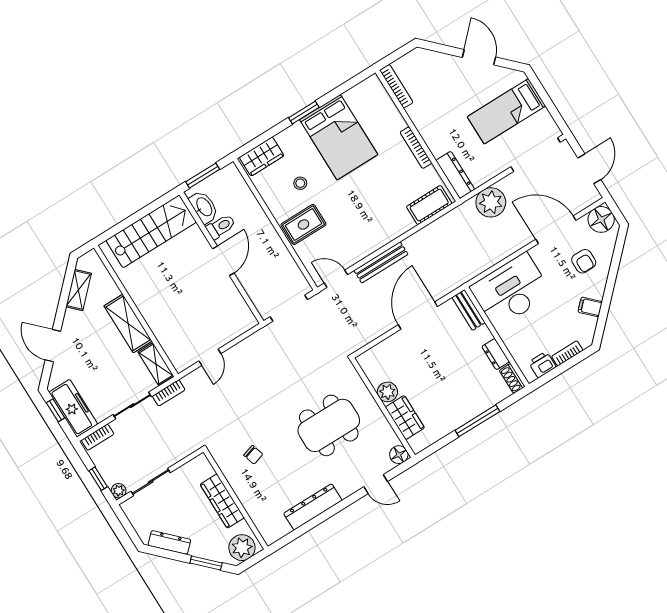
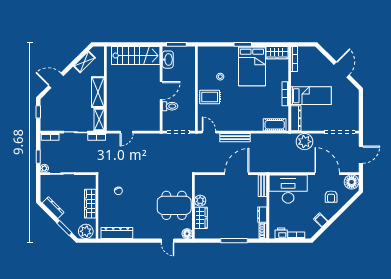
bed: (506, 111) -> (311, 96), moved, turned 180
wardrobe: (262, 157) -> (277, 53), moved
toilet: (221, 227) -> (170, 106), moved
door: (53, 346) -> (56, 81), hinge flipped
freezer: (73, 408) -> (47, 116), removed
dining table: (329, 425) -> (174, 205), moved
dresser: (313, 507) -> (117, 233), moved

